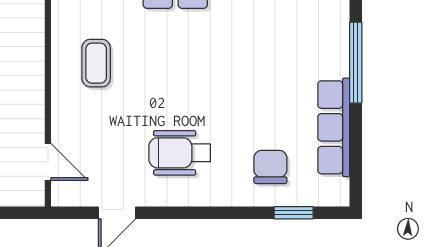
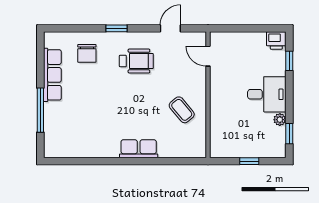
coffee table: (96, 63) -> (182, 110), turned -40
window: (294, 213) -> (117, 28), moved

